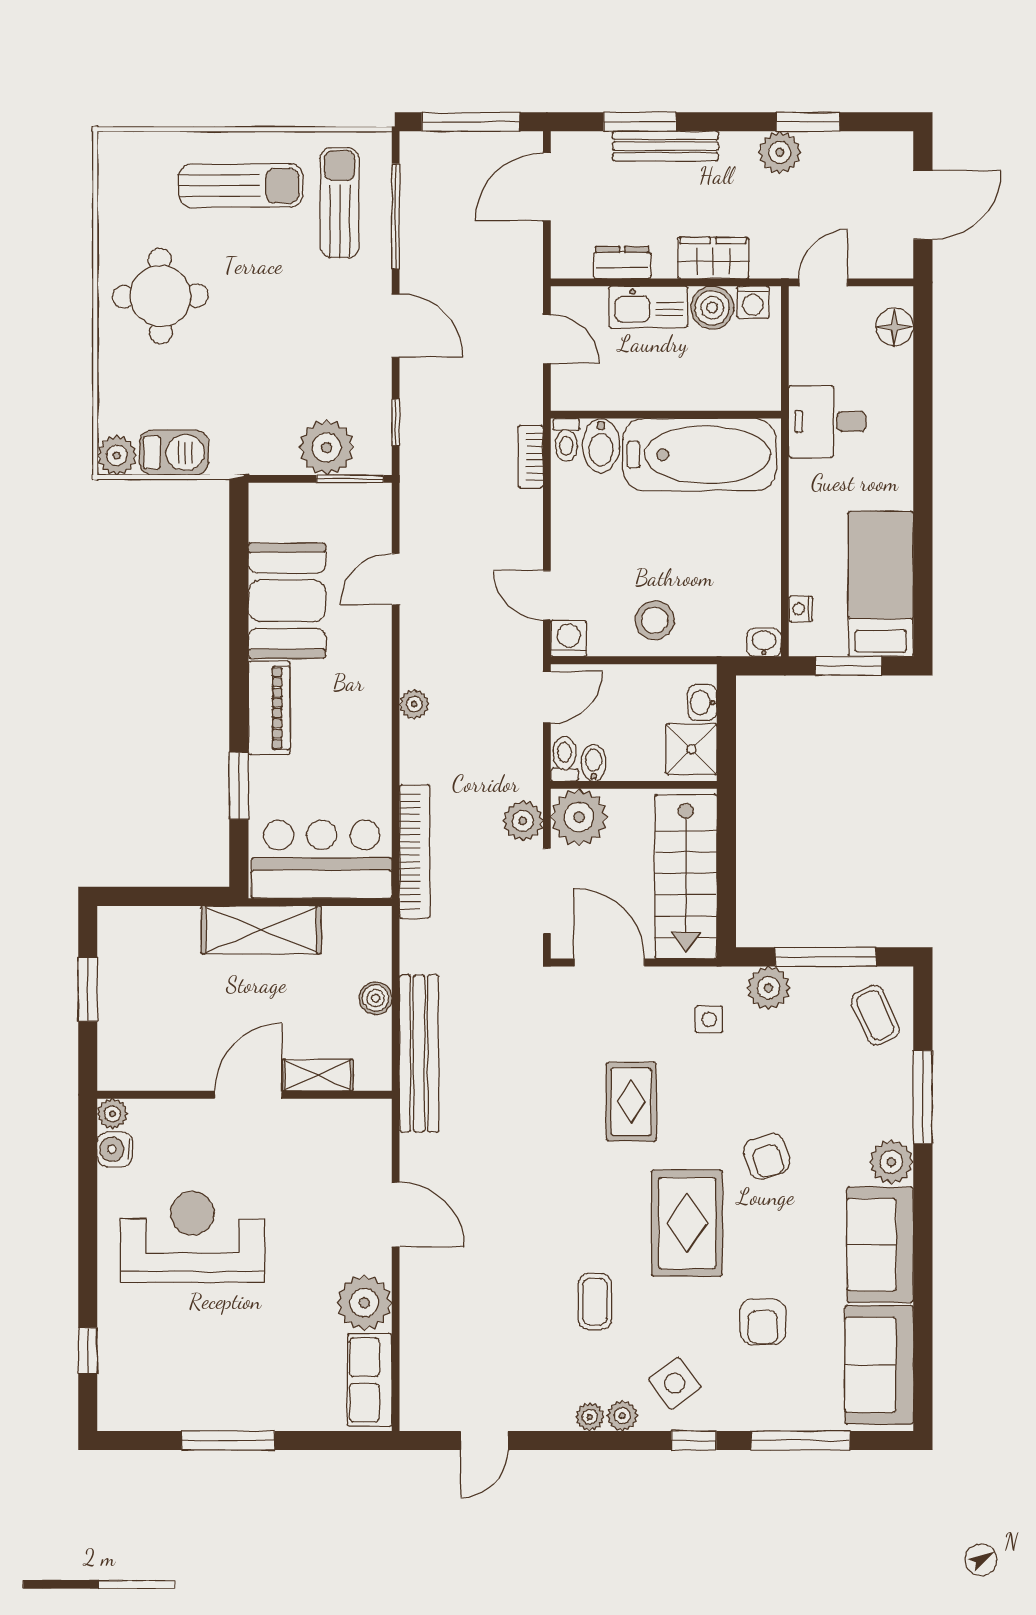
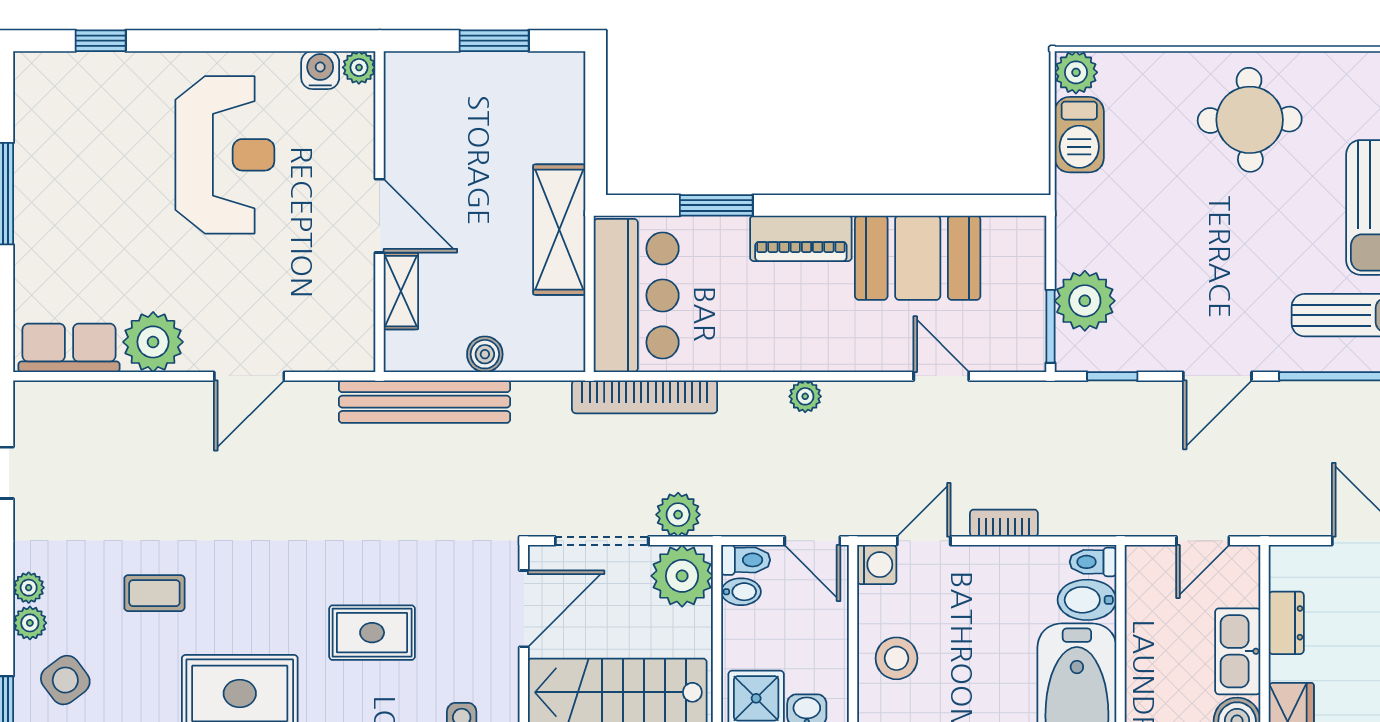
bookcase: (531, 457) -> (1004, 523), moved

